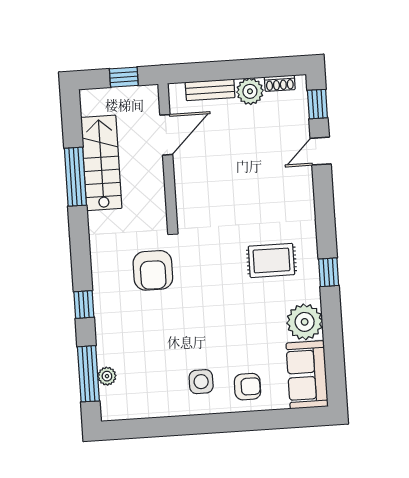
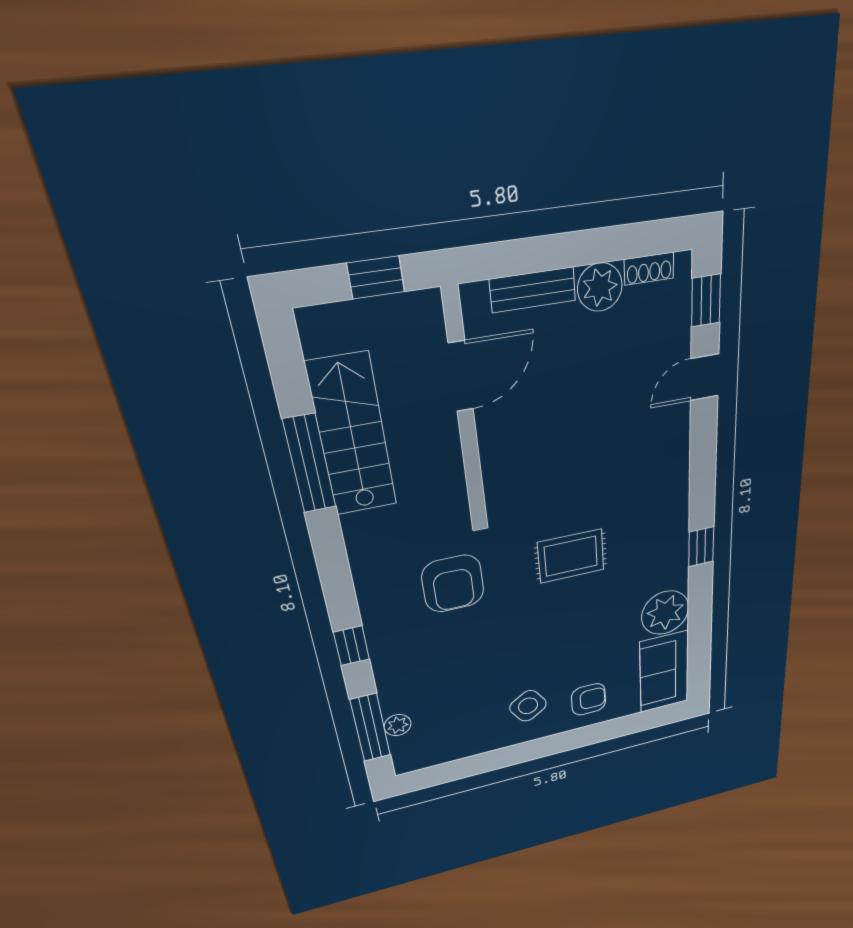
rug: (271, 260) -> (571, 556), moved
side table: (201, 382) -> (528, 706), turned -34

